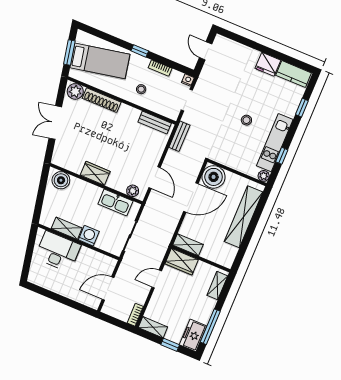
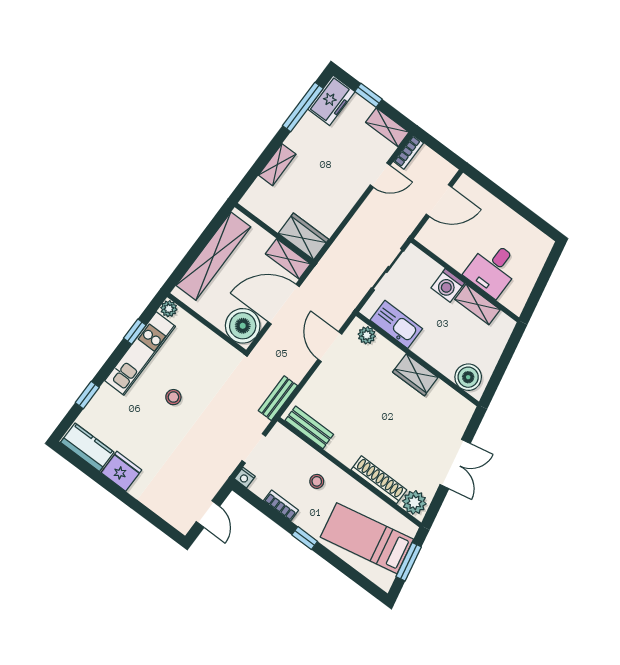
shelving: (188, 245) -> (288, 259), moved
desk: (58, 251) -> (493, 269), width x0.73
wall: (201, 259) -> (274, 233), moved
wardrobe: (182, 262) -> (304, 236), moved
door: (157, 279) -> (380, 175), moved

